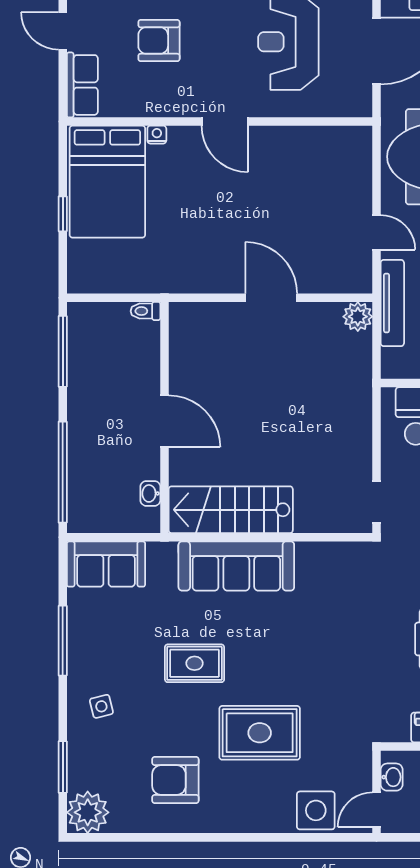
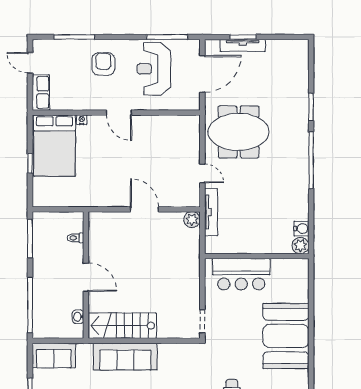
armchair: (159, 41) -> (103, 64), moved, turned 90
toilet: (146, 311) -> (75, 238), moved

